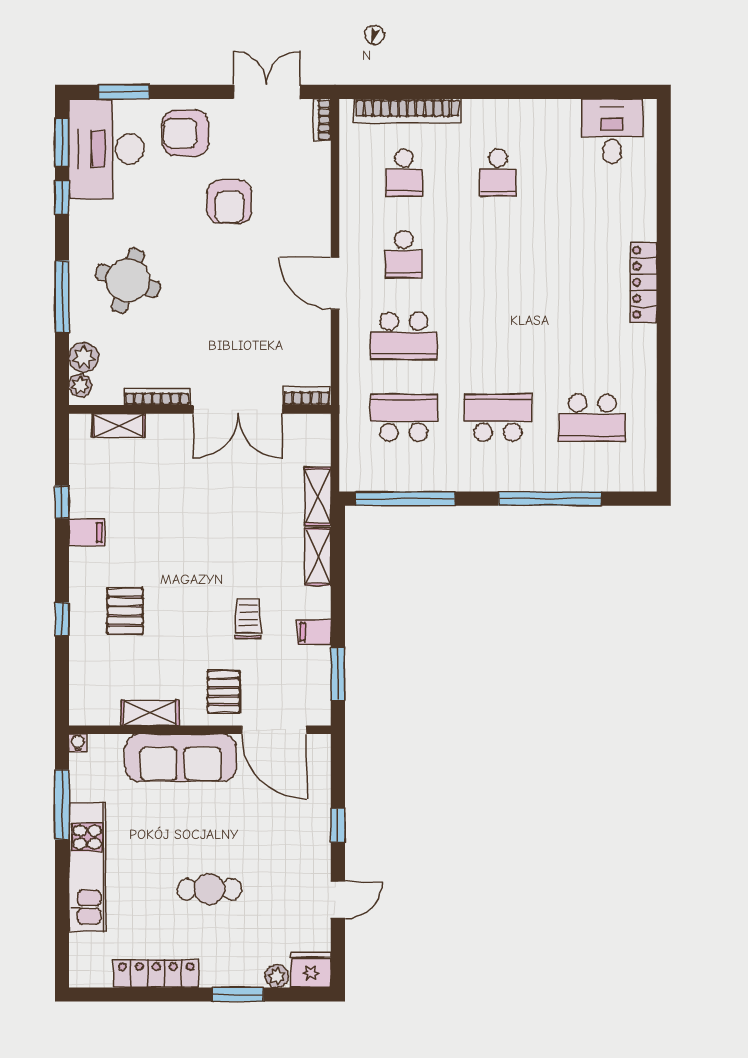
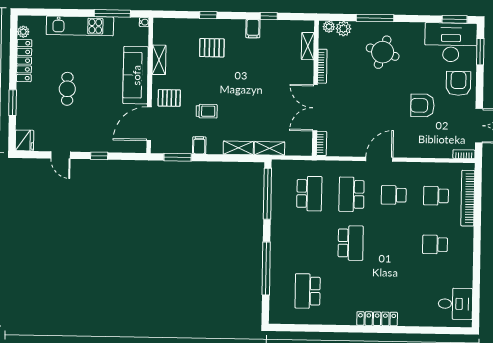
window: (62, 198) -> (426, 19), removed
school desk: (498, 418) -> (351, 243), moved
plant: (277, 976) -> (23, 32), moved

